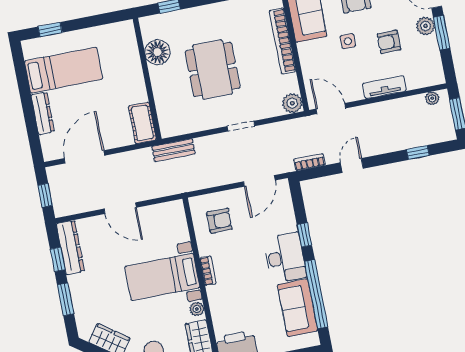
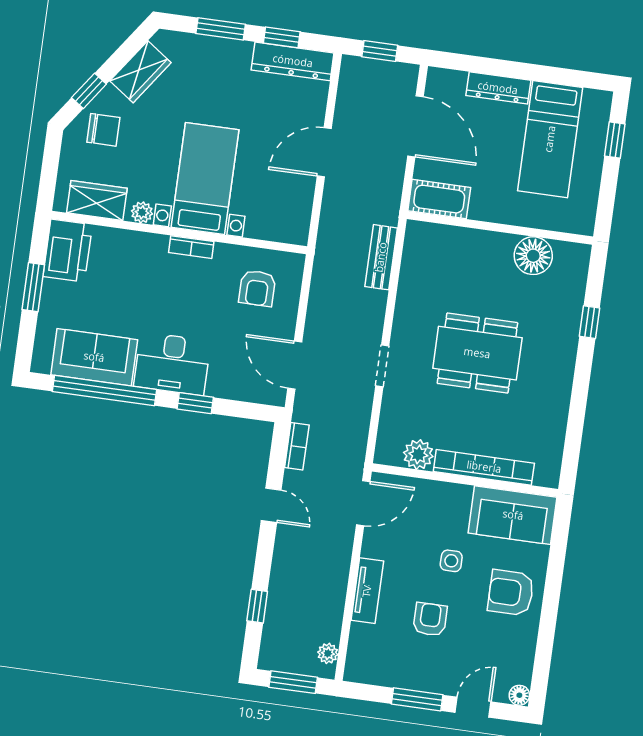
plant: (426, 26) -> (435, 680), removed
floor lamp: (157, 52) -> (533, 256), moved
wall: (147, 79) -> (500, 228), moved
plant: (292, 103) -> (418, 454), moved
cot: (142, 123) -> (439, 199), moved

